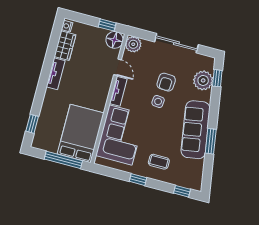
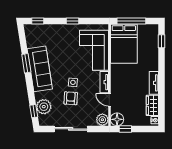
coffee table: (159, 162) -> (61, 38), removed

